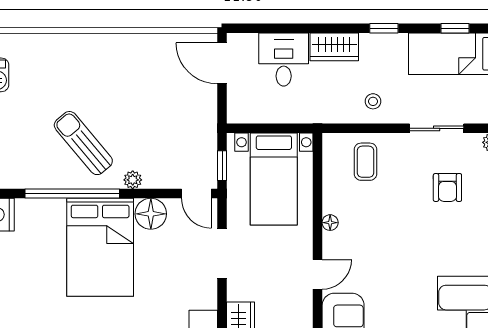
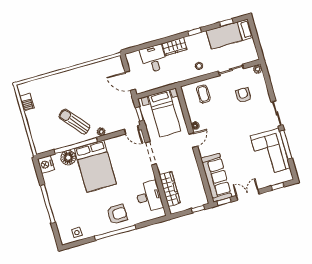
door: (222, 63) -> (130, 81), moved
armchair: (447, 188) -> (243, 95), turned 180
floor lamp: (151, 214) -> (68, 158), moved
door: (317, 274) -> (193, 140), moved

